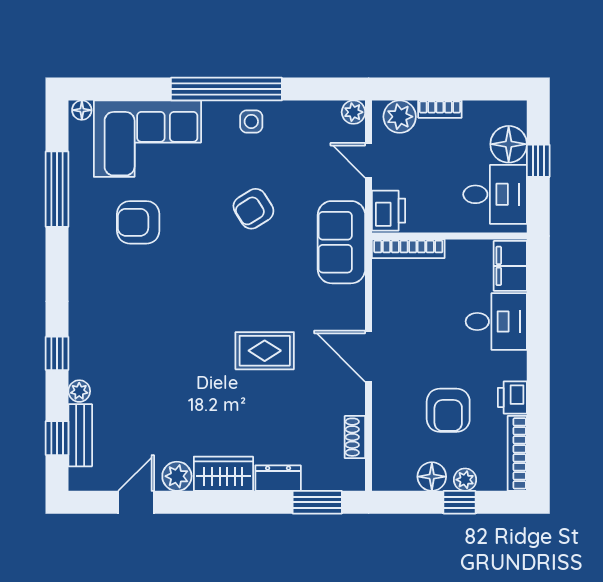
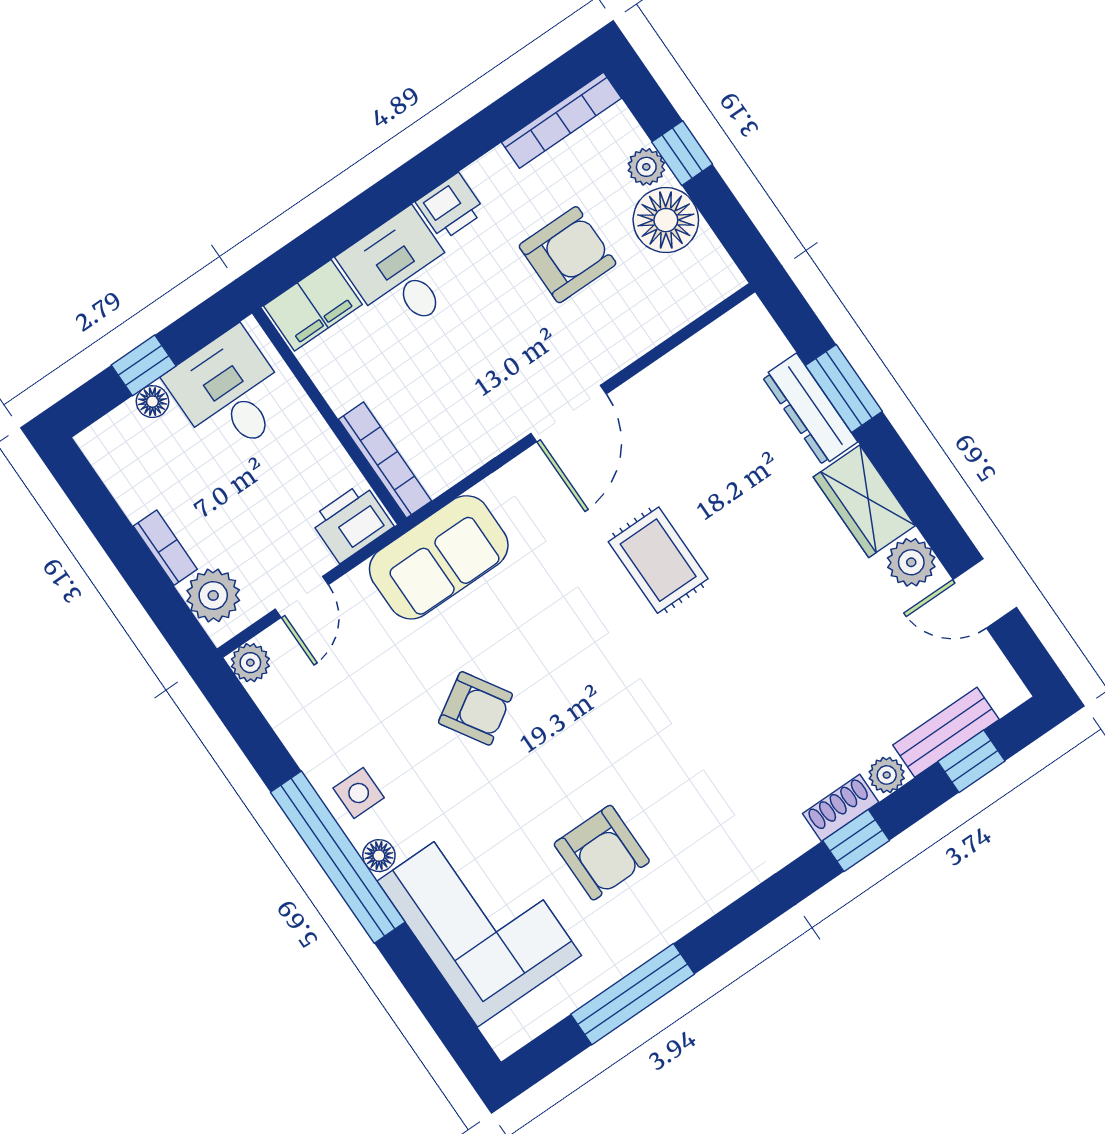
floor lamp: (82, 110) -> (379, 856), moved
floor lamp: (509, 144) -> (152, 402), width x0.53, depth x0.53
printer: (512, 397) -> (450, 207), moved
shoe rack: (355, 437) -> (841, 808), moved, turned 180
floor lamp: (432, 477) -> (666, 220), width x1.38, depth x1.38
dresser: (278, 478) -> (810, 409), width x1.44
window: (317, 502) -> (844, 388), moved

